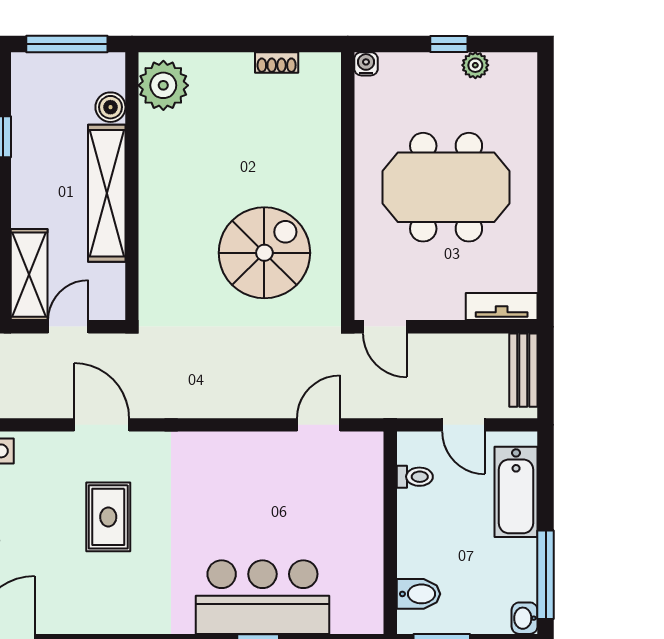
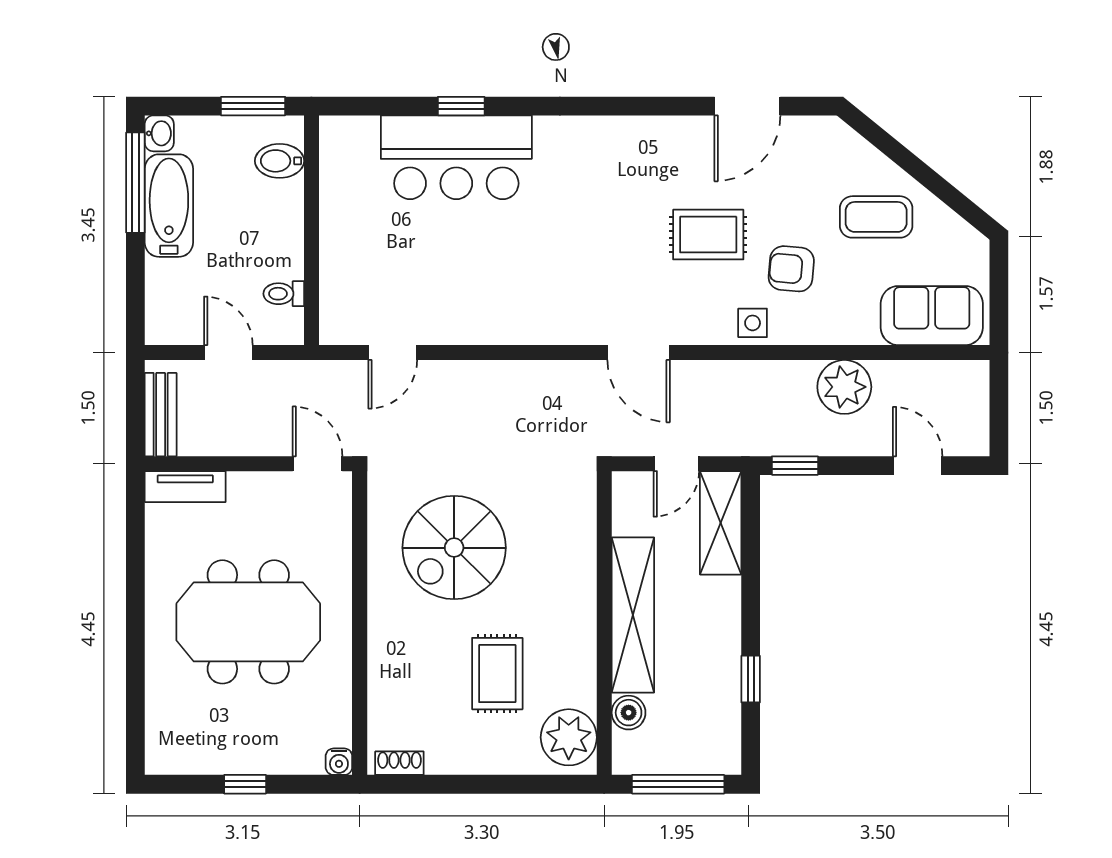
shoe rack: (277, 63) -> (399, 763), moved
plant: (475, 65) -> (215, 760), removed
rug: (226, 142) -> (497, 674), added
bathtub: (516, 492) -> (169, 206), moved
rug: (108, 517) -> (708, 235), moved, turned 90

